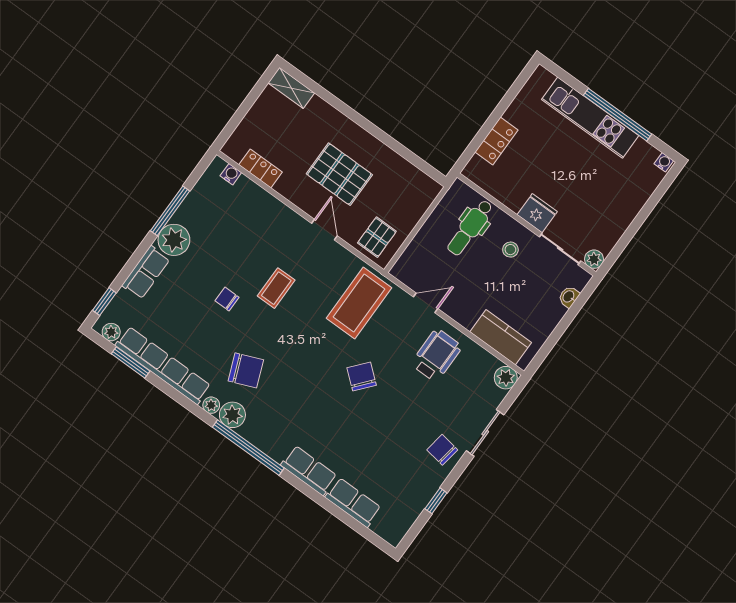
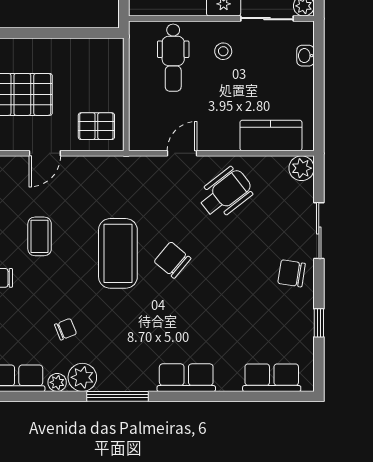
door: (324, 230) -> (45, 153), swing flipped
pallet: (377, 237) -> (96, 126), turned 90
coffee table: (359, 303) -> (118, 253), moved
wheelchair: (436, 355) -> (225, 193), turned 52
chair: (246, 370) -> (66, 329), width x0.54, depth x0.54
window: (248, 448) -> (117, 396), width x0.68
row of seats: (353, 503) -> (272, 378), moved

